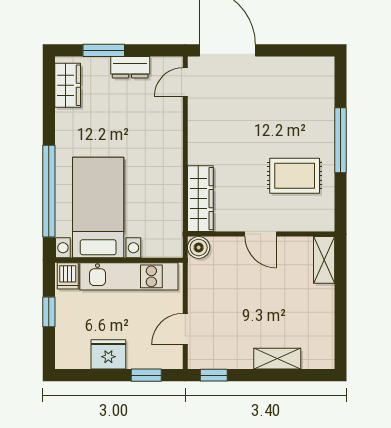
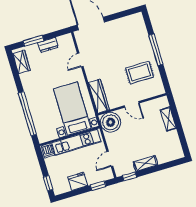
door: (185, 82) -> (80, 60), moved
bed with nightstands: (98, 208) -> (72, 109), moved
boiler: (199, 248) -> (111, 122), width x1.86, depth x1.86
shelving: (324, 260) -> (168, 119), moved
window: (49, 312) -> (48, 183), moved
shelving: (277, 359) -> (146, 163), moved

